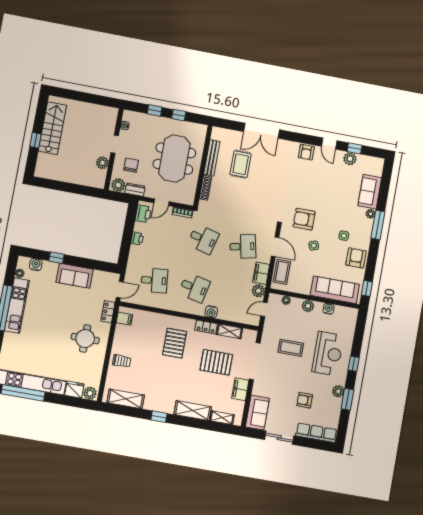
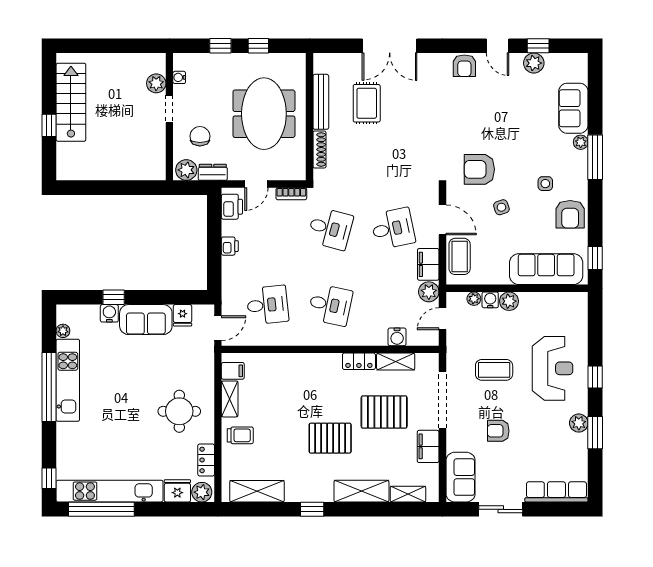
plant: (102, 163) -> (156, 83), moved
armchair: (356, 258) -> (570, 214), turned 180
water cooler: (36, 265) -> (109, 313), moved
fridge: (99, 277) -> (183, 315), added
water cooler: (328, 309) -> (490, 300), moved
locker: (108, 312) -> (206, 460), moved
water cooler: (211, 312) -> (397, 337), moved
shelving: (119, 336) -> (230, 399), added
pallet: (175, 343) -> (330, 438), moved, turned 90
armchair: (305, 400) -> (498, 431), moved

